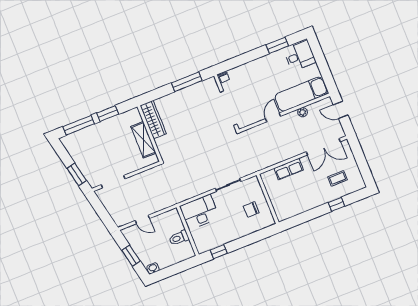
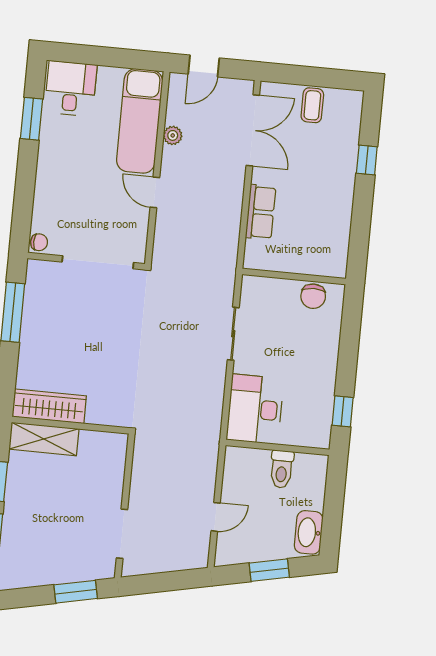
shelving: (143, 140) -> (44, 439), moved
coffee table: (338, 178) -> (312, 105), moved
chair: (251, 209) -> (313, 296), moved
washbasin: (153, 268) -> (309, 532), width x1.91, depth x1.45

